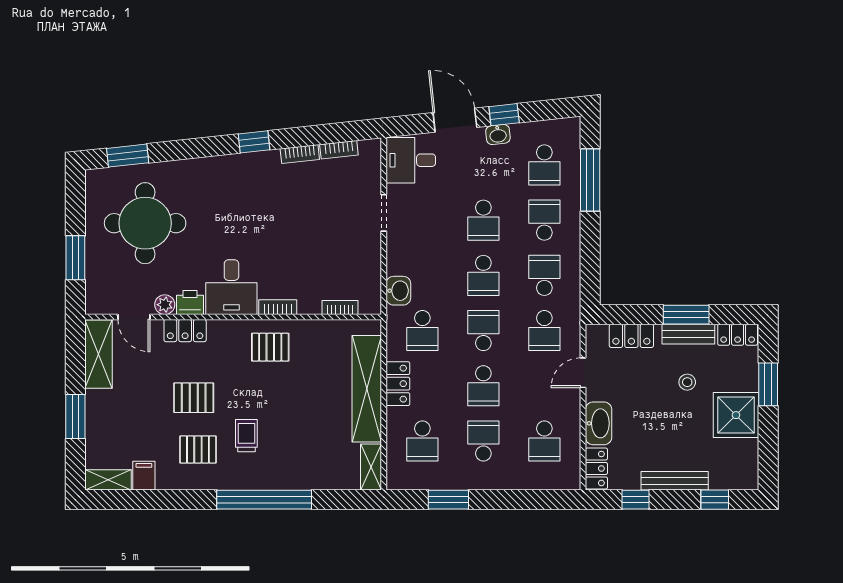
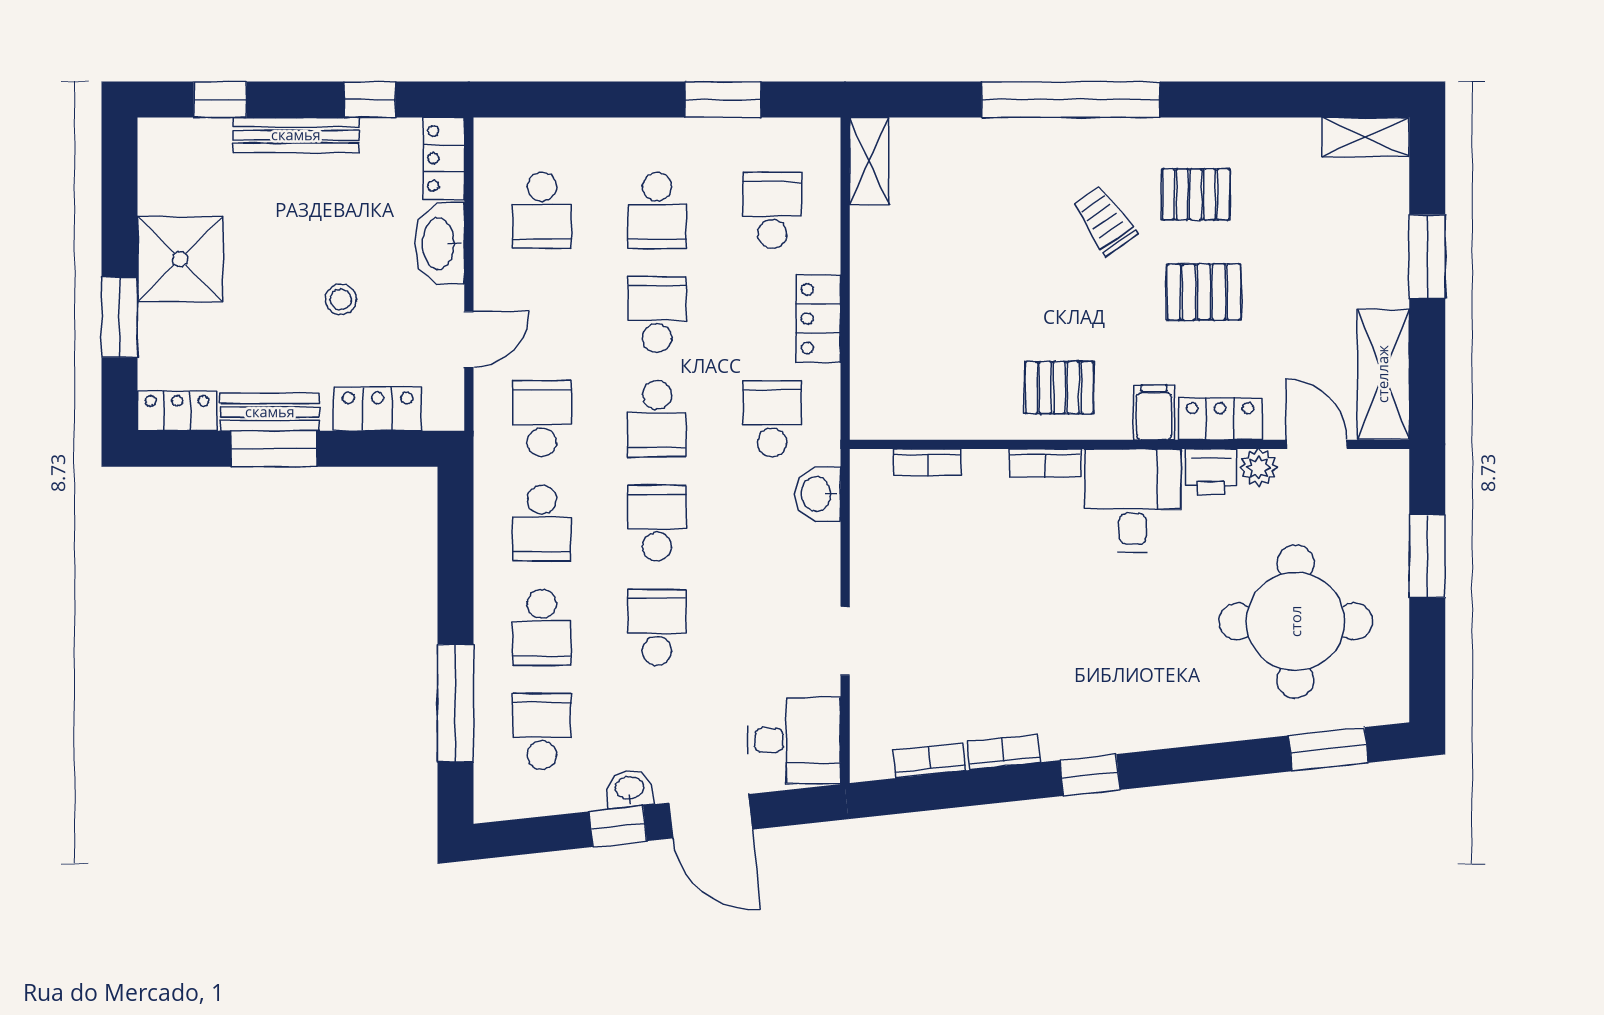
stool: (687, 382) -> (341, 299), moved
shelving: (367, 389) -> (877, 309), removed
trolley: (246, 436) -> (1104, 220), turned 145
school desk: (544, 441) -> (542, 210), turned 180
filing cabinet: (144, 476) -> (1154, 412), moved, turned 180

